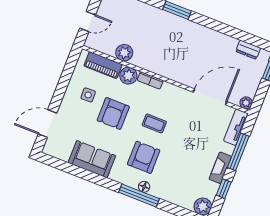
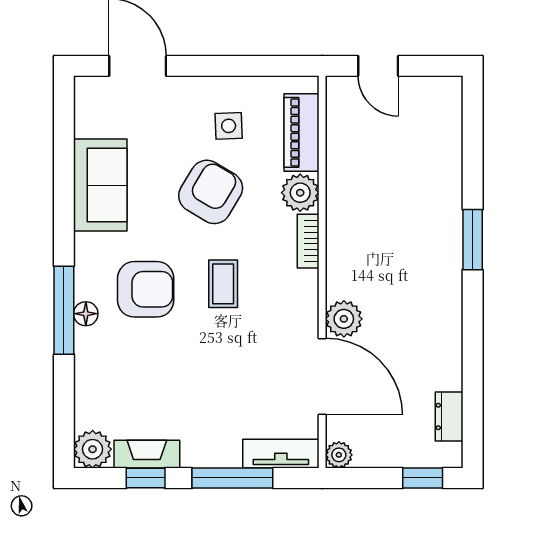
plant: (124, 53) -> (344, 319), moved
armchair: (113, 114) -> (211, 192), turned 121
fireplace: (220, 168) -> (147, 454), moved

